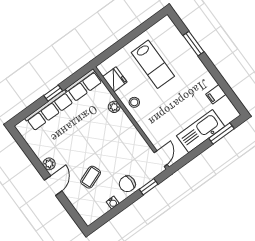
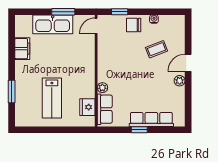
lab bench: (153, 64) -> (52, 98), turned 180
row of seats: (84, 85) -> (105, 109), moved, turned 90
filing cabinet: (216, 94) -> (22, 49), width x2.00
stool: (134, 102) -> (85, 80), removed
window: (221, 134) -> (63, 12), moved
chair: (127, 184) -> (134, 25), turned 180

